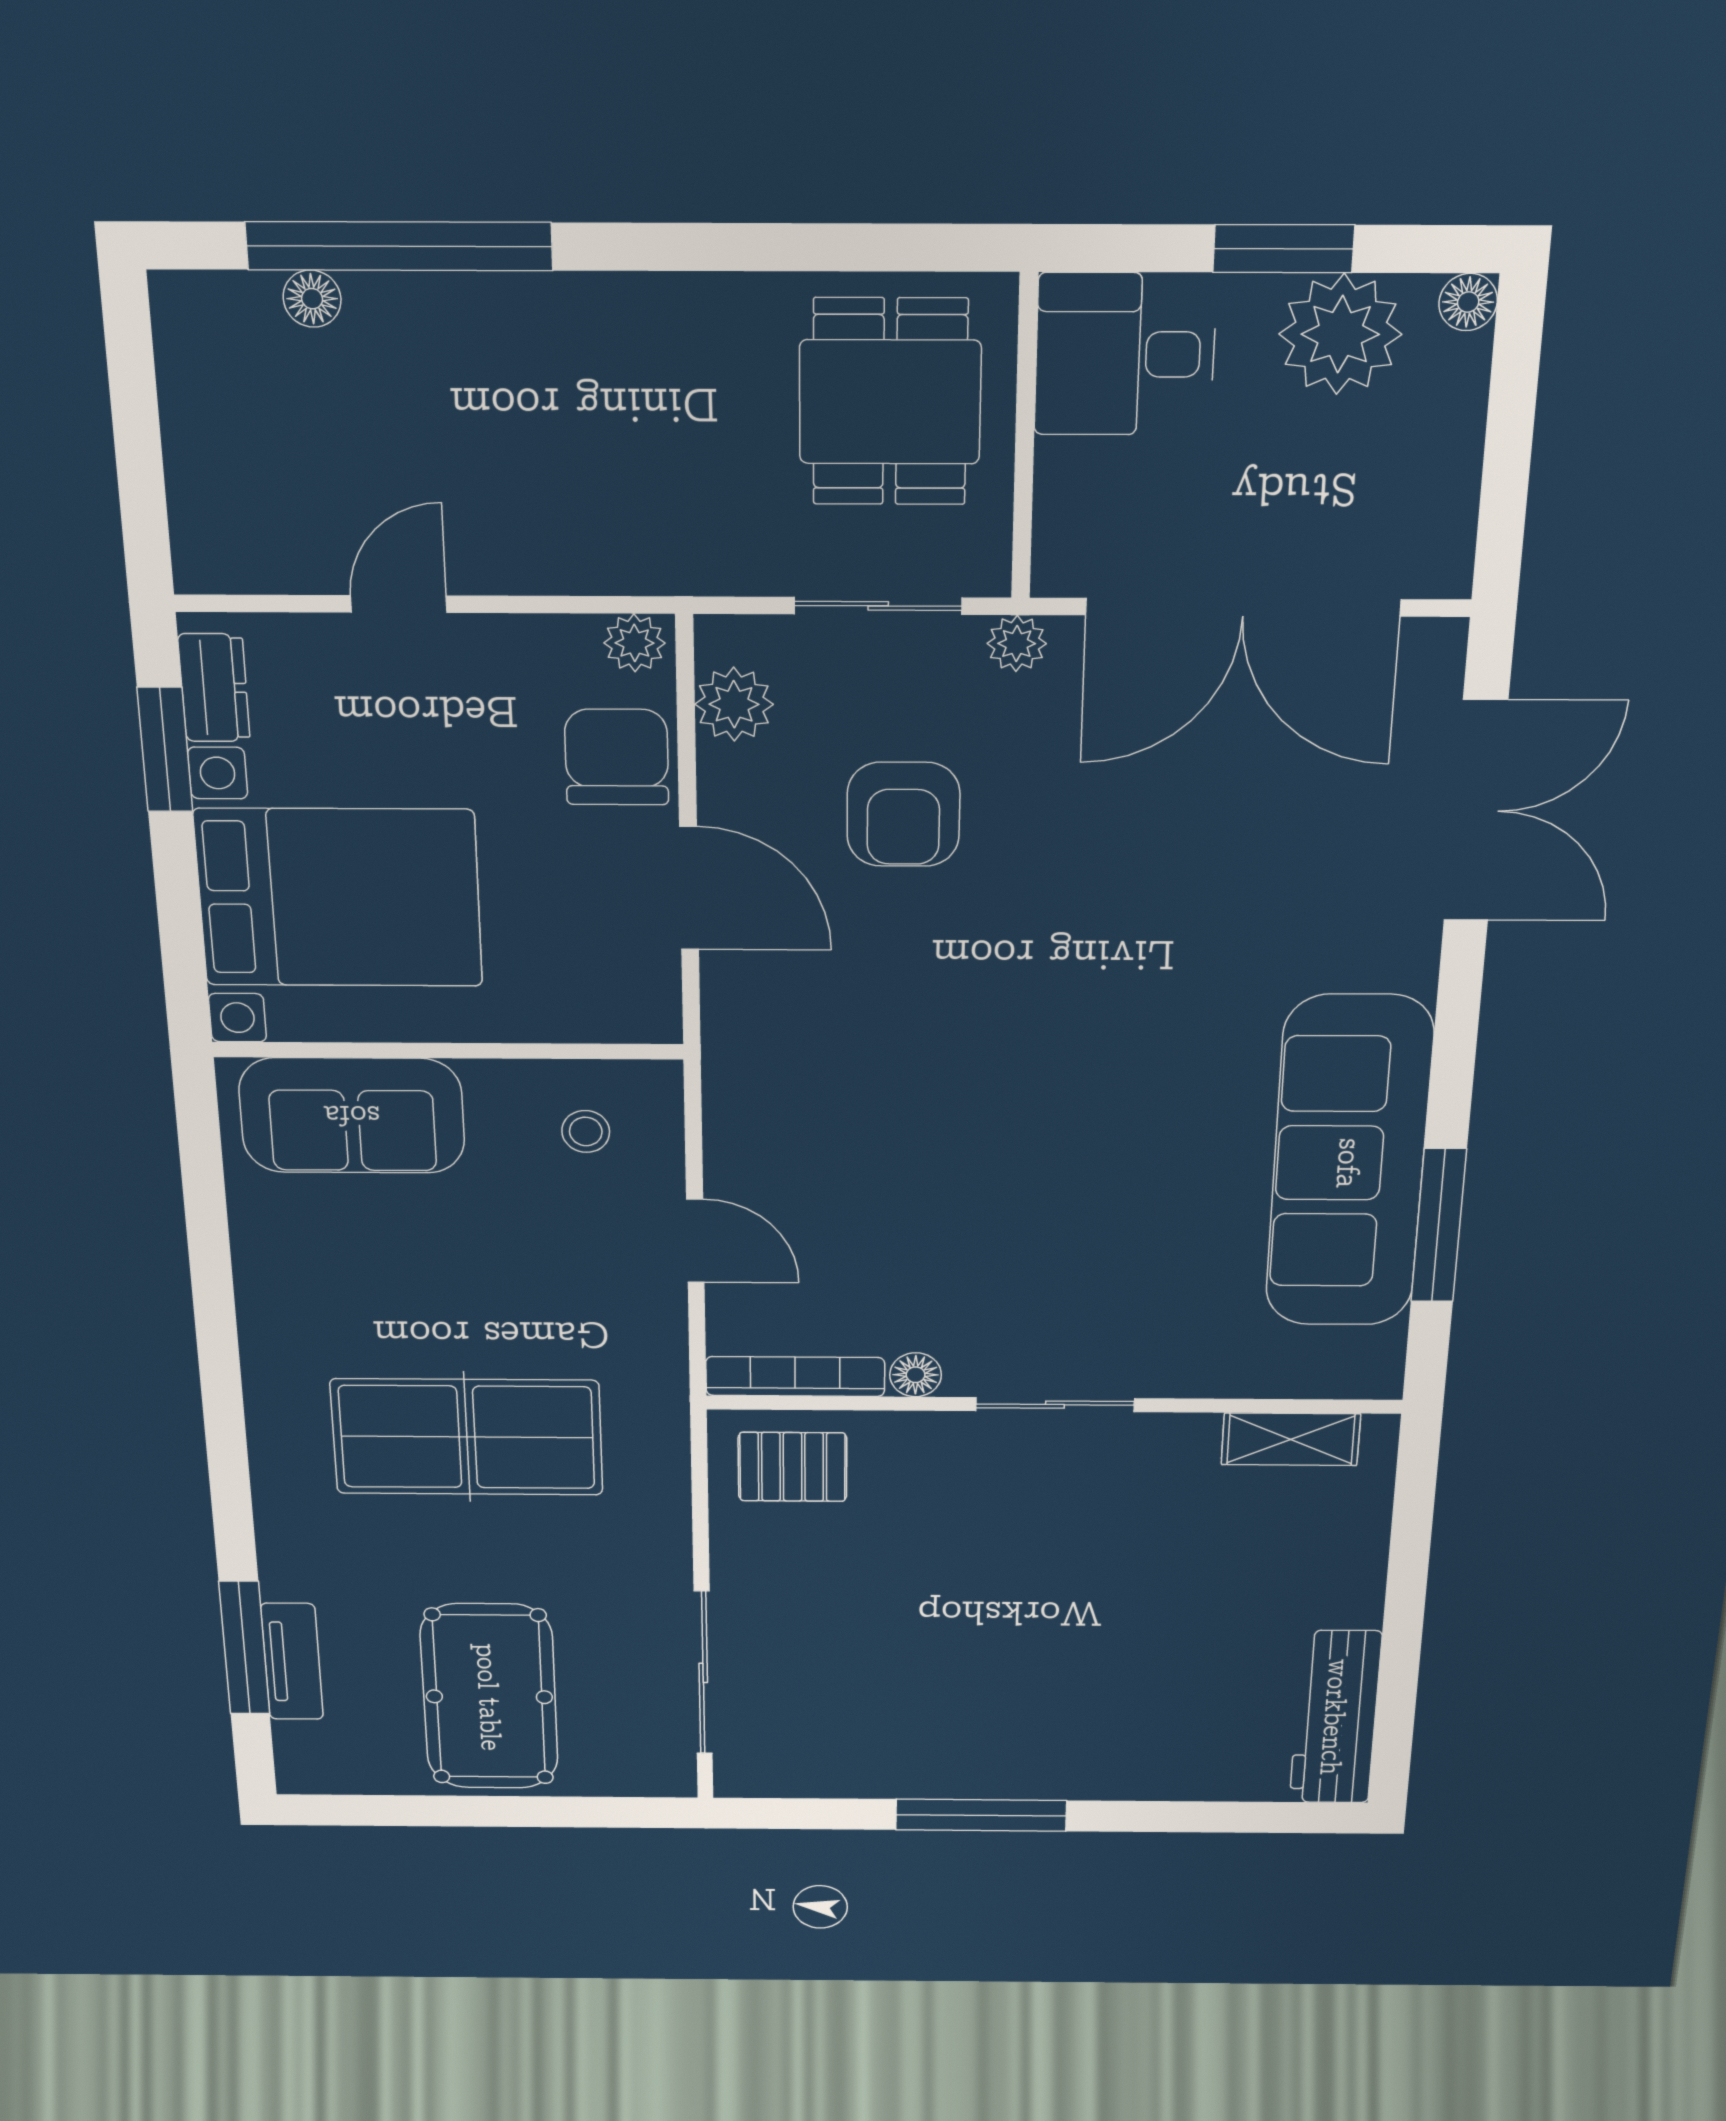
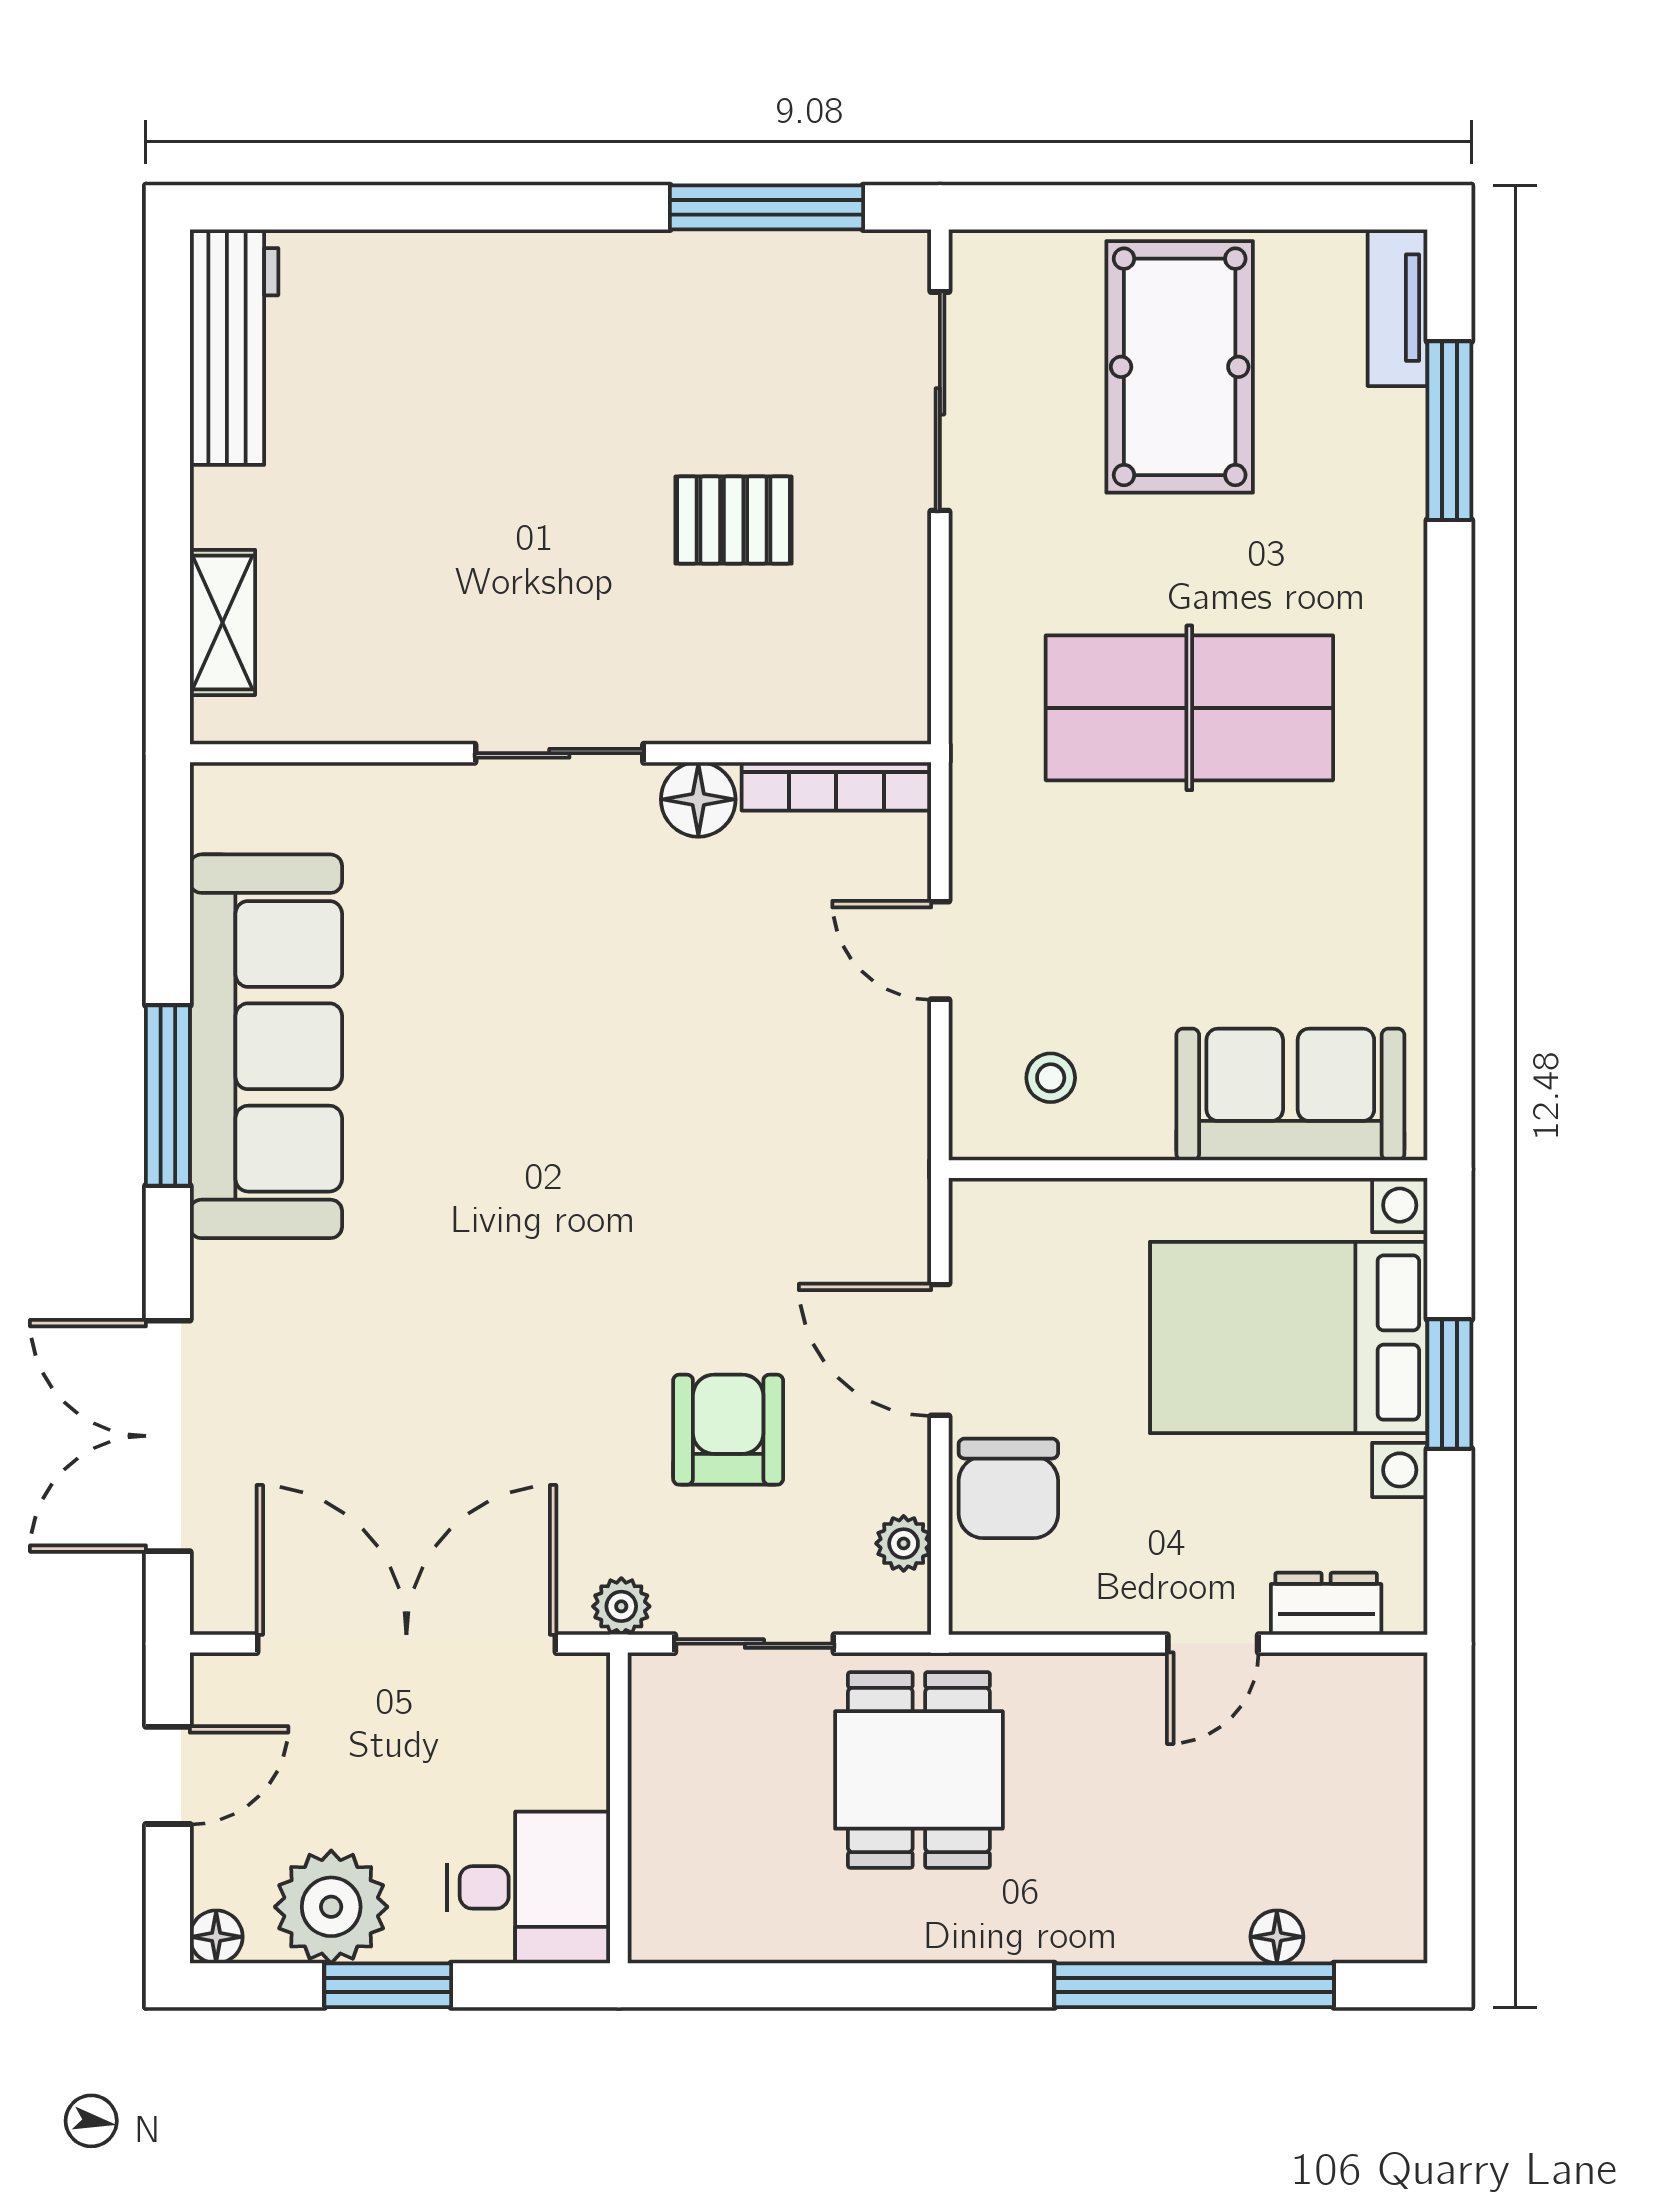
dining table: (890, 402) -> (919, 1770), moved
door: (1506, 474) -> (168, 1775), added
plant: (635, 643) -> (988, 1605), removed
dresser: (214, 688) -> (1326, 1604), moved, turned 90
plant: (734, 704) -> (904, 1543), width x0.73, depth x0.73
window: (165, 750) -> (1449, 1384), moved
window: (1439, 1226) -> (168, 1095), moved
floor lamp: (916, 1375) -> (698, 799), width x1.37, depth x1.37
shelving: (1291, 1439) -> (222, 622), moved, turned 90
pallet: (793, 1467) -> (734, 520), moved
tv unit: (292, 1662) -> (1398, 308), moved
window: (981, 1815) -> (766, 207), moved

